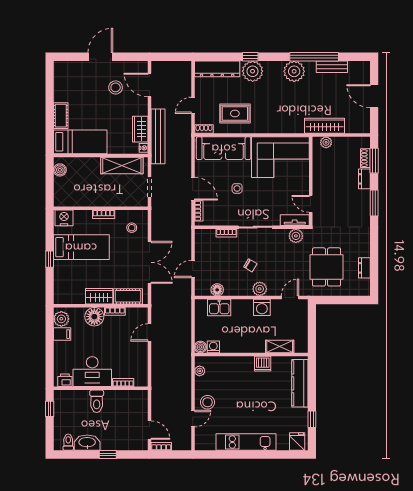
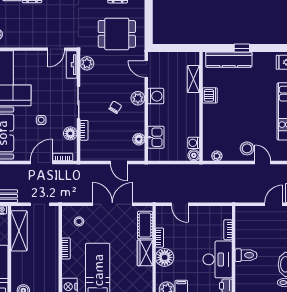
floor lamp: (223, 219) -> (70, 133), added
window: (312, 419) -> (242, 48), moved

